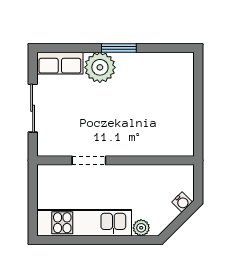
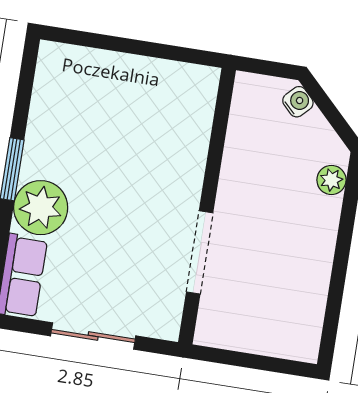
doorway: (89, 160) -> (200, 252), width x1.38
kitchen unit: (84, 223) -> (307, 278), removed

